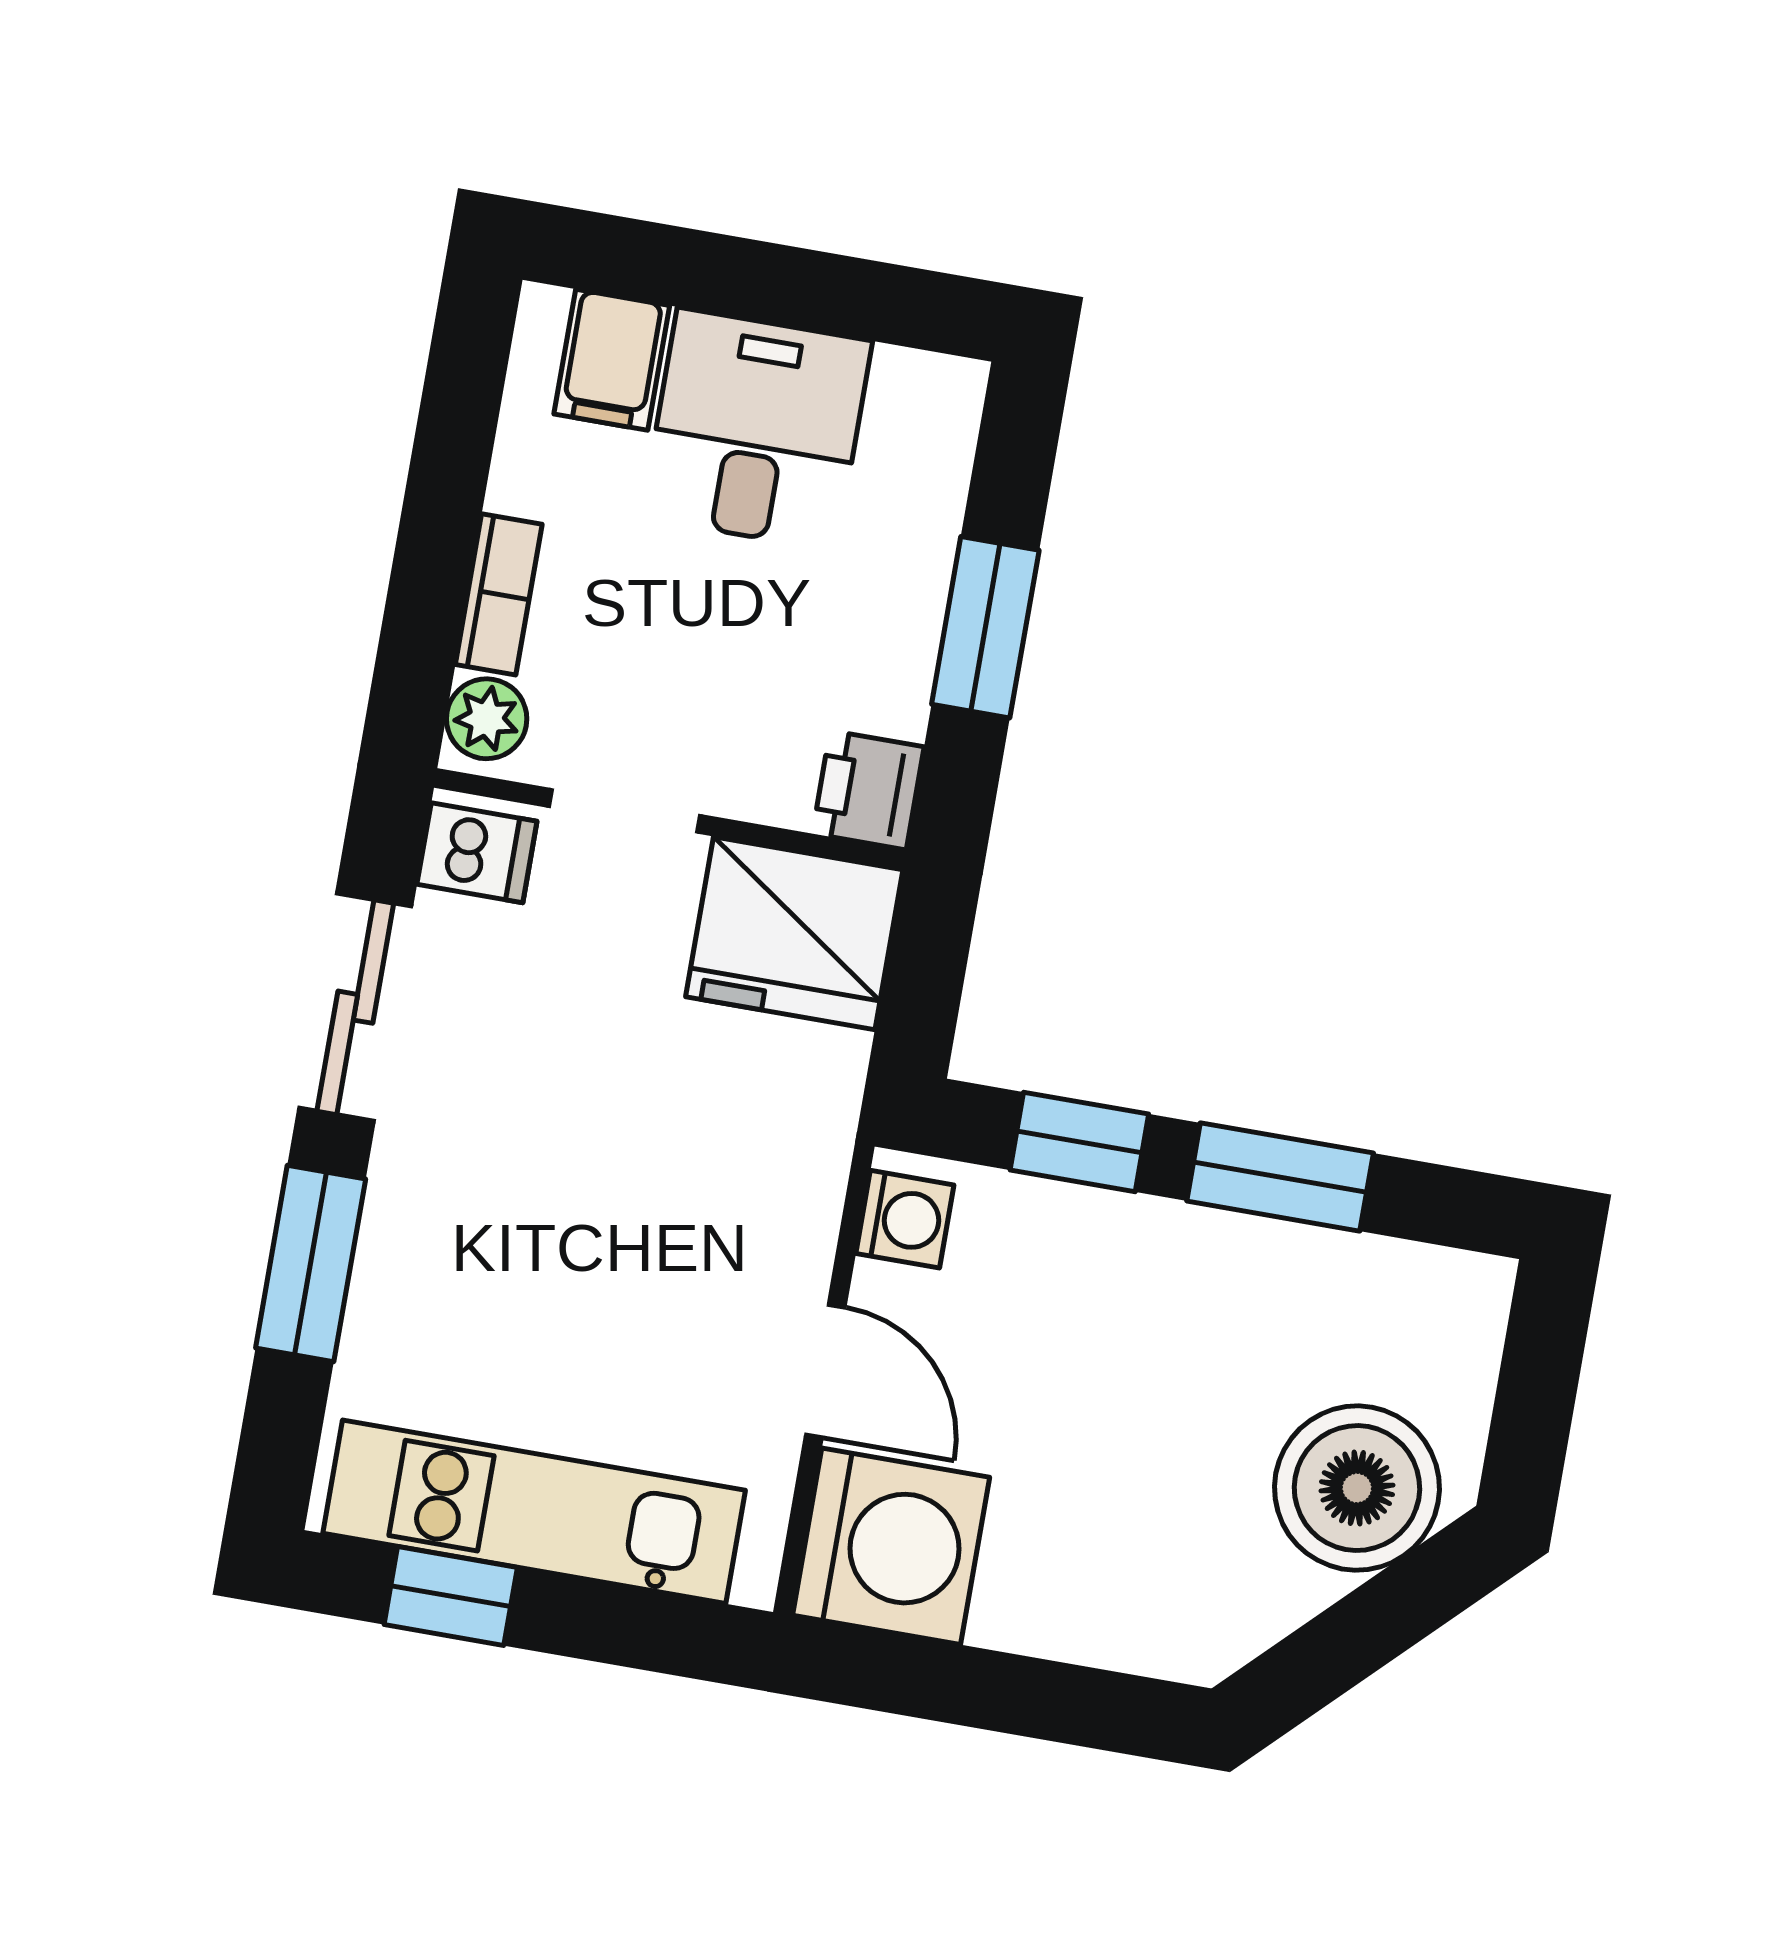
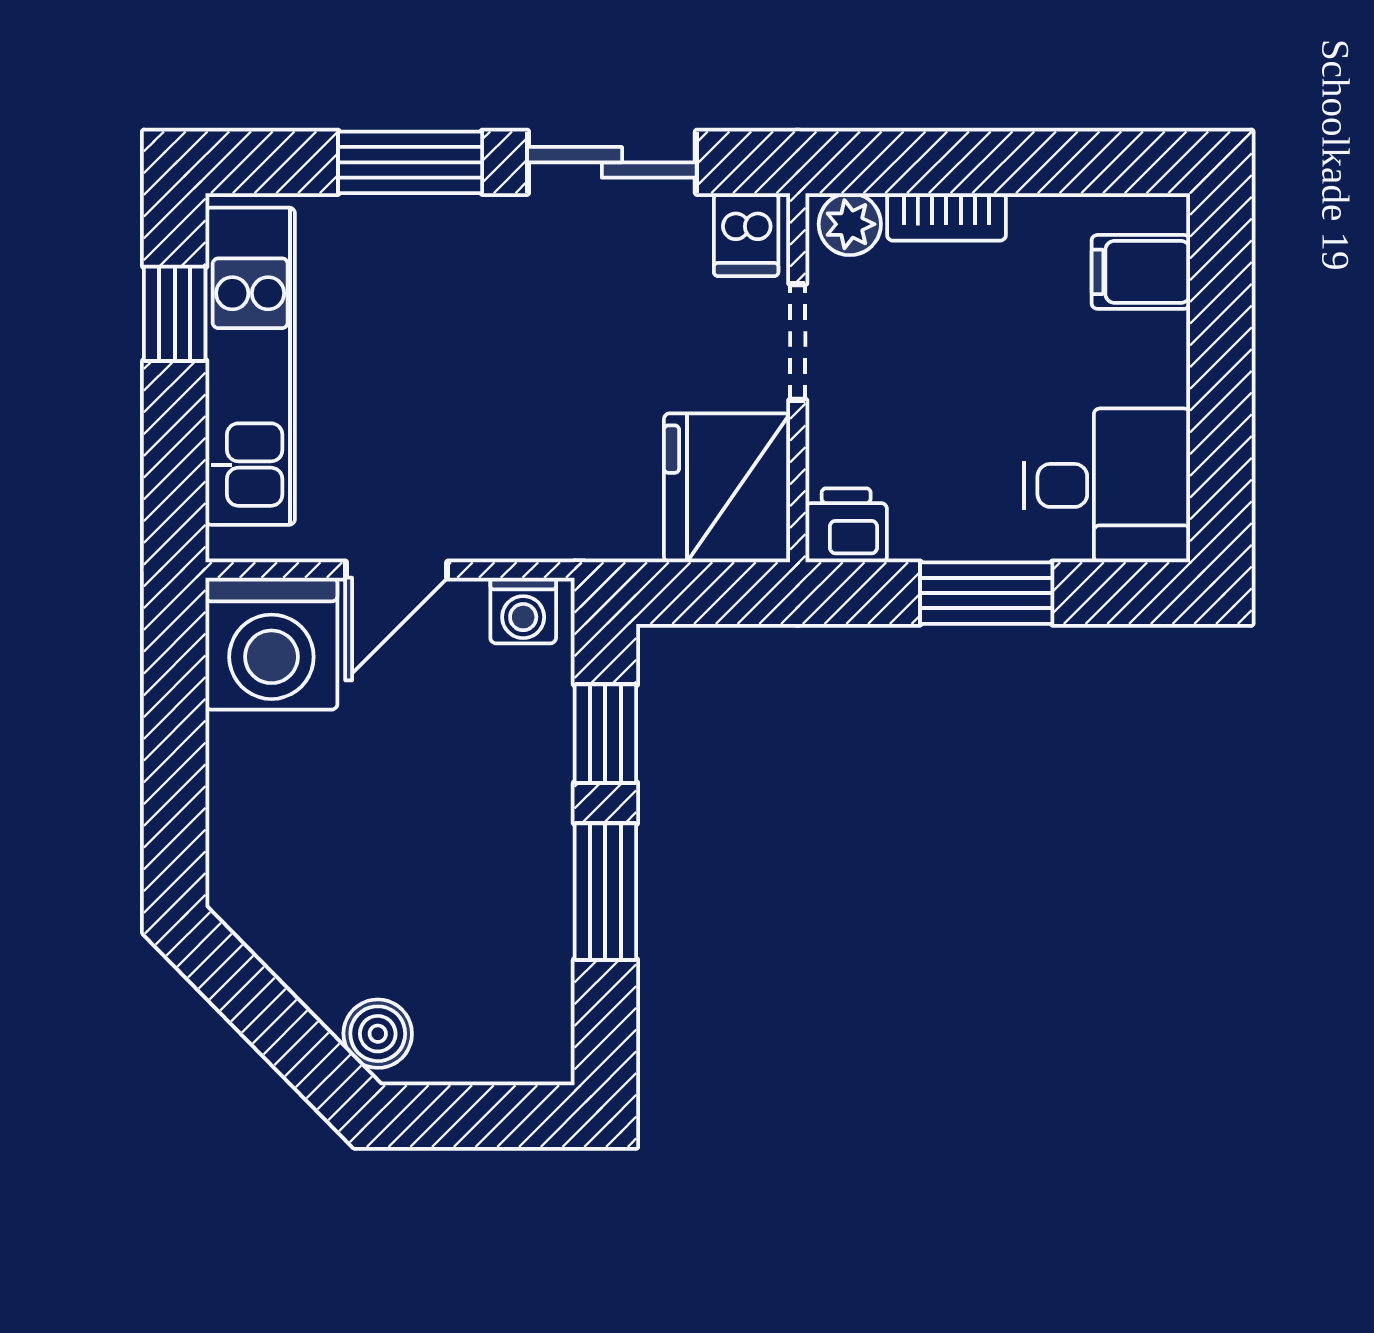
desk: (757, 429) -> (1107, 485), moved
boiler: (1357, 1488) -> (378, 1034), width x0.54, depth x0.54

